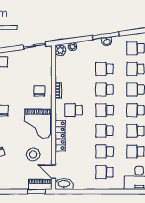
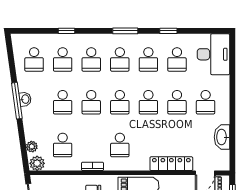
school desk: (74, 69) -> (63, 145), added
locker: (60, 136) -> (171, 164), moved
washbasin: (64, 184) -> (222, 137), moved

